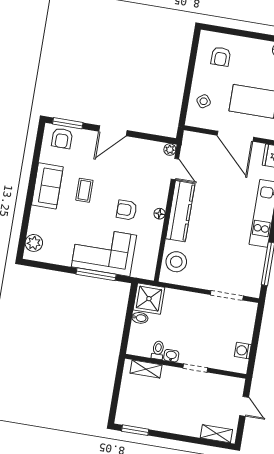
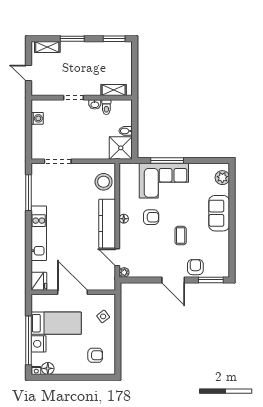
armchair: (221, 57) -> (95, 355), turned 90
door: (113, 131) -> (173, 280), swing flipped
armchair: (62, 138) -> (195, 267), moved
sofa: (47, 186) -> (219, 213), moved
coffee table: (84, 190) -> (181, 236), moved
window: (185, 439) -> (72, 39), added

